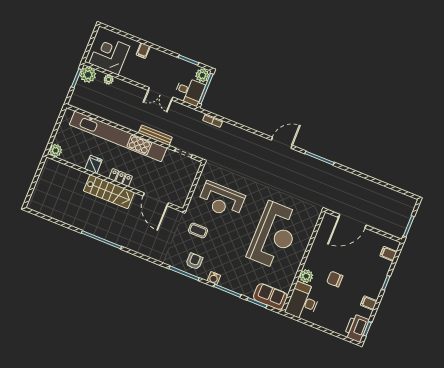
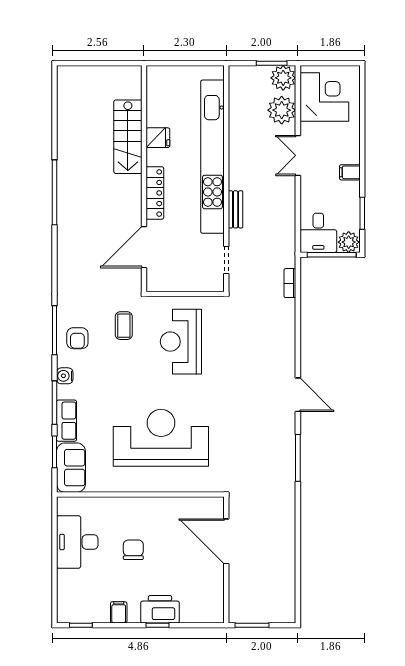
filing cabinet: (143, 51) -> (350, 172), moved
plant: (109, 80) -> (282, 110), width x1.88, depth x1.88
double door: (160, 94) -> (298, 155), moved
bench: (155, 135) -> (236, 209), width x0.73
plant: (55, 150) -> (156, 75), removed
locker: (120, 177) -> (155, 193), width x1.53
stairs: (109, 192) -> (128, 137), moved
reception desk: (274, 235) -> (161, 438), turned 180
filing cabinet: (388, 254) -> (201, 612), removed
armchair: (194, 261) -> (77, 338), turned 90
plant: (306, 276) -> (121, 507), removed
row of seats: (241, 288) -> (66, 421), added
desk: (303, 301) -> (77, 542), moved, turned -90
printer: (357, 328) -> (160, 609), moved

